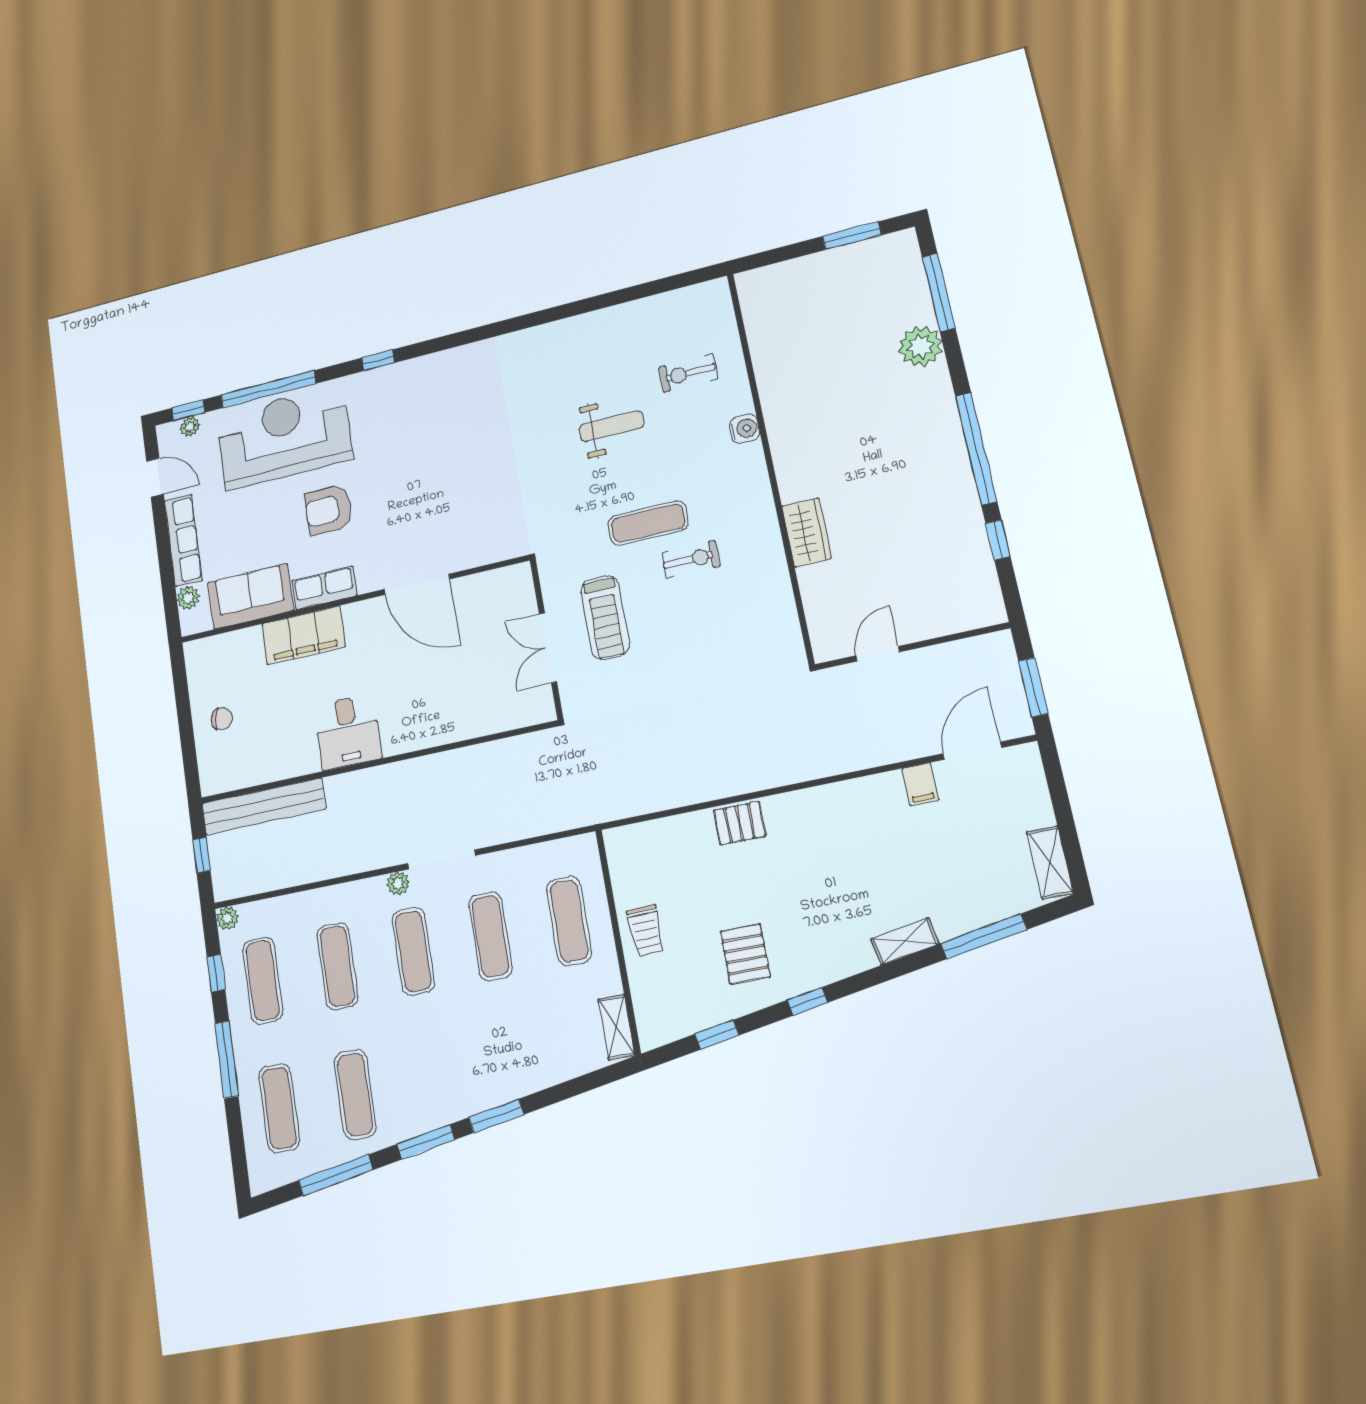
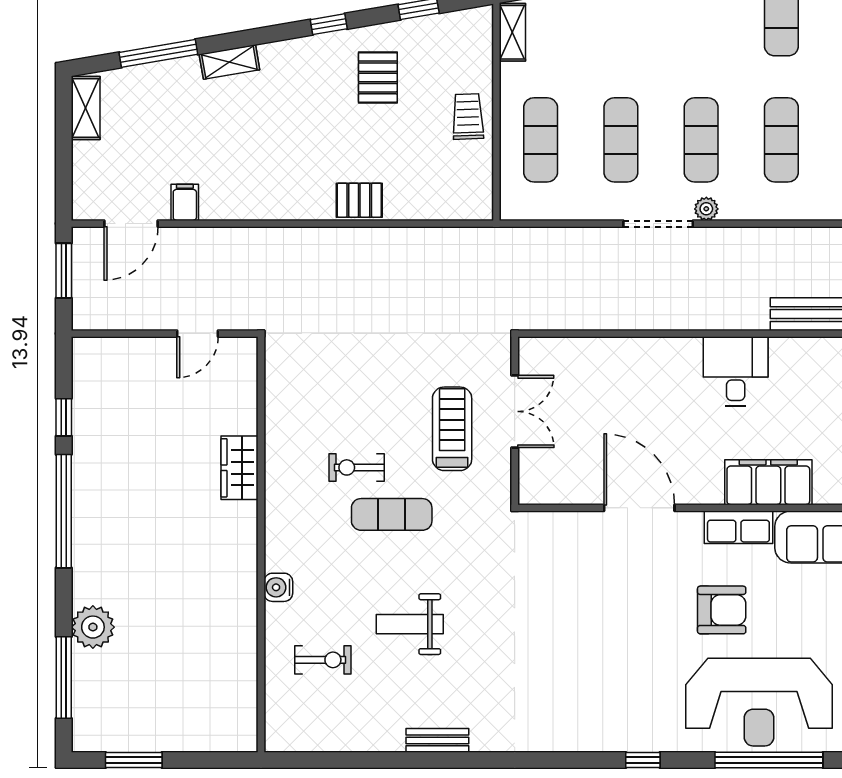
bench: (567, 329) -> (437, 740), added

